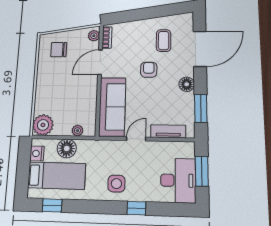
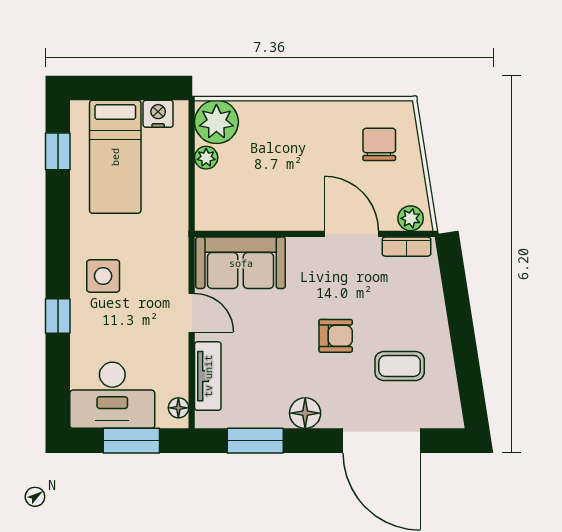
sofa: (112, 107) -> (241, 263), width x0.73
plant: (77, 131) -> (206, 158), moved
floor lamp: (67, 148) -> (178, 408), moved, width x0.53, depth x0.53

